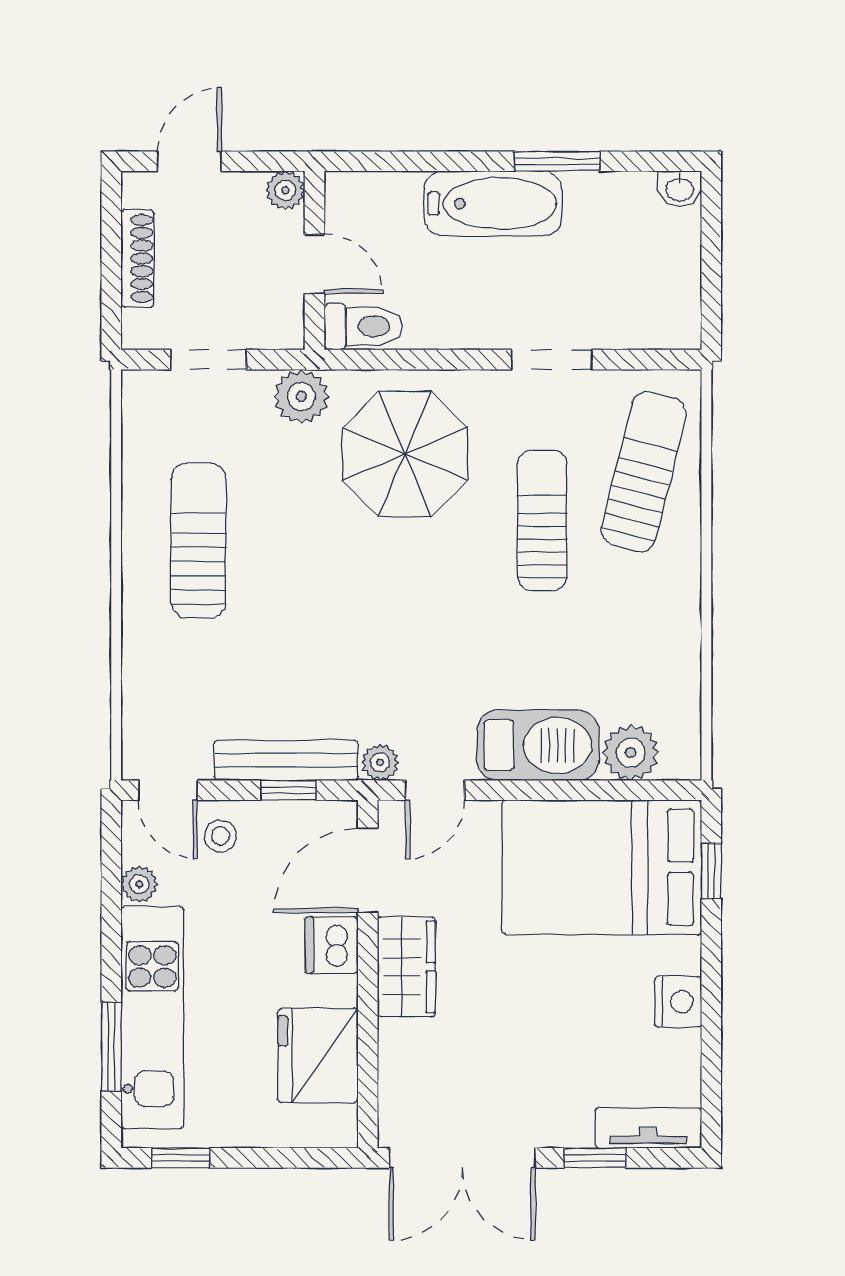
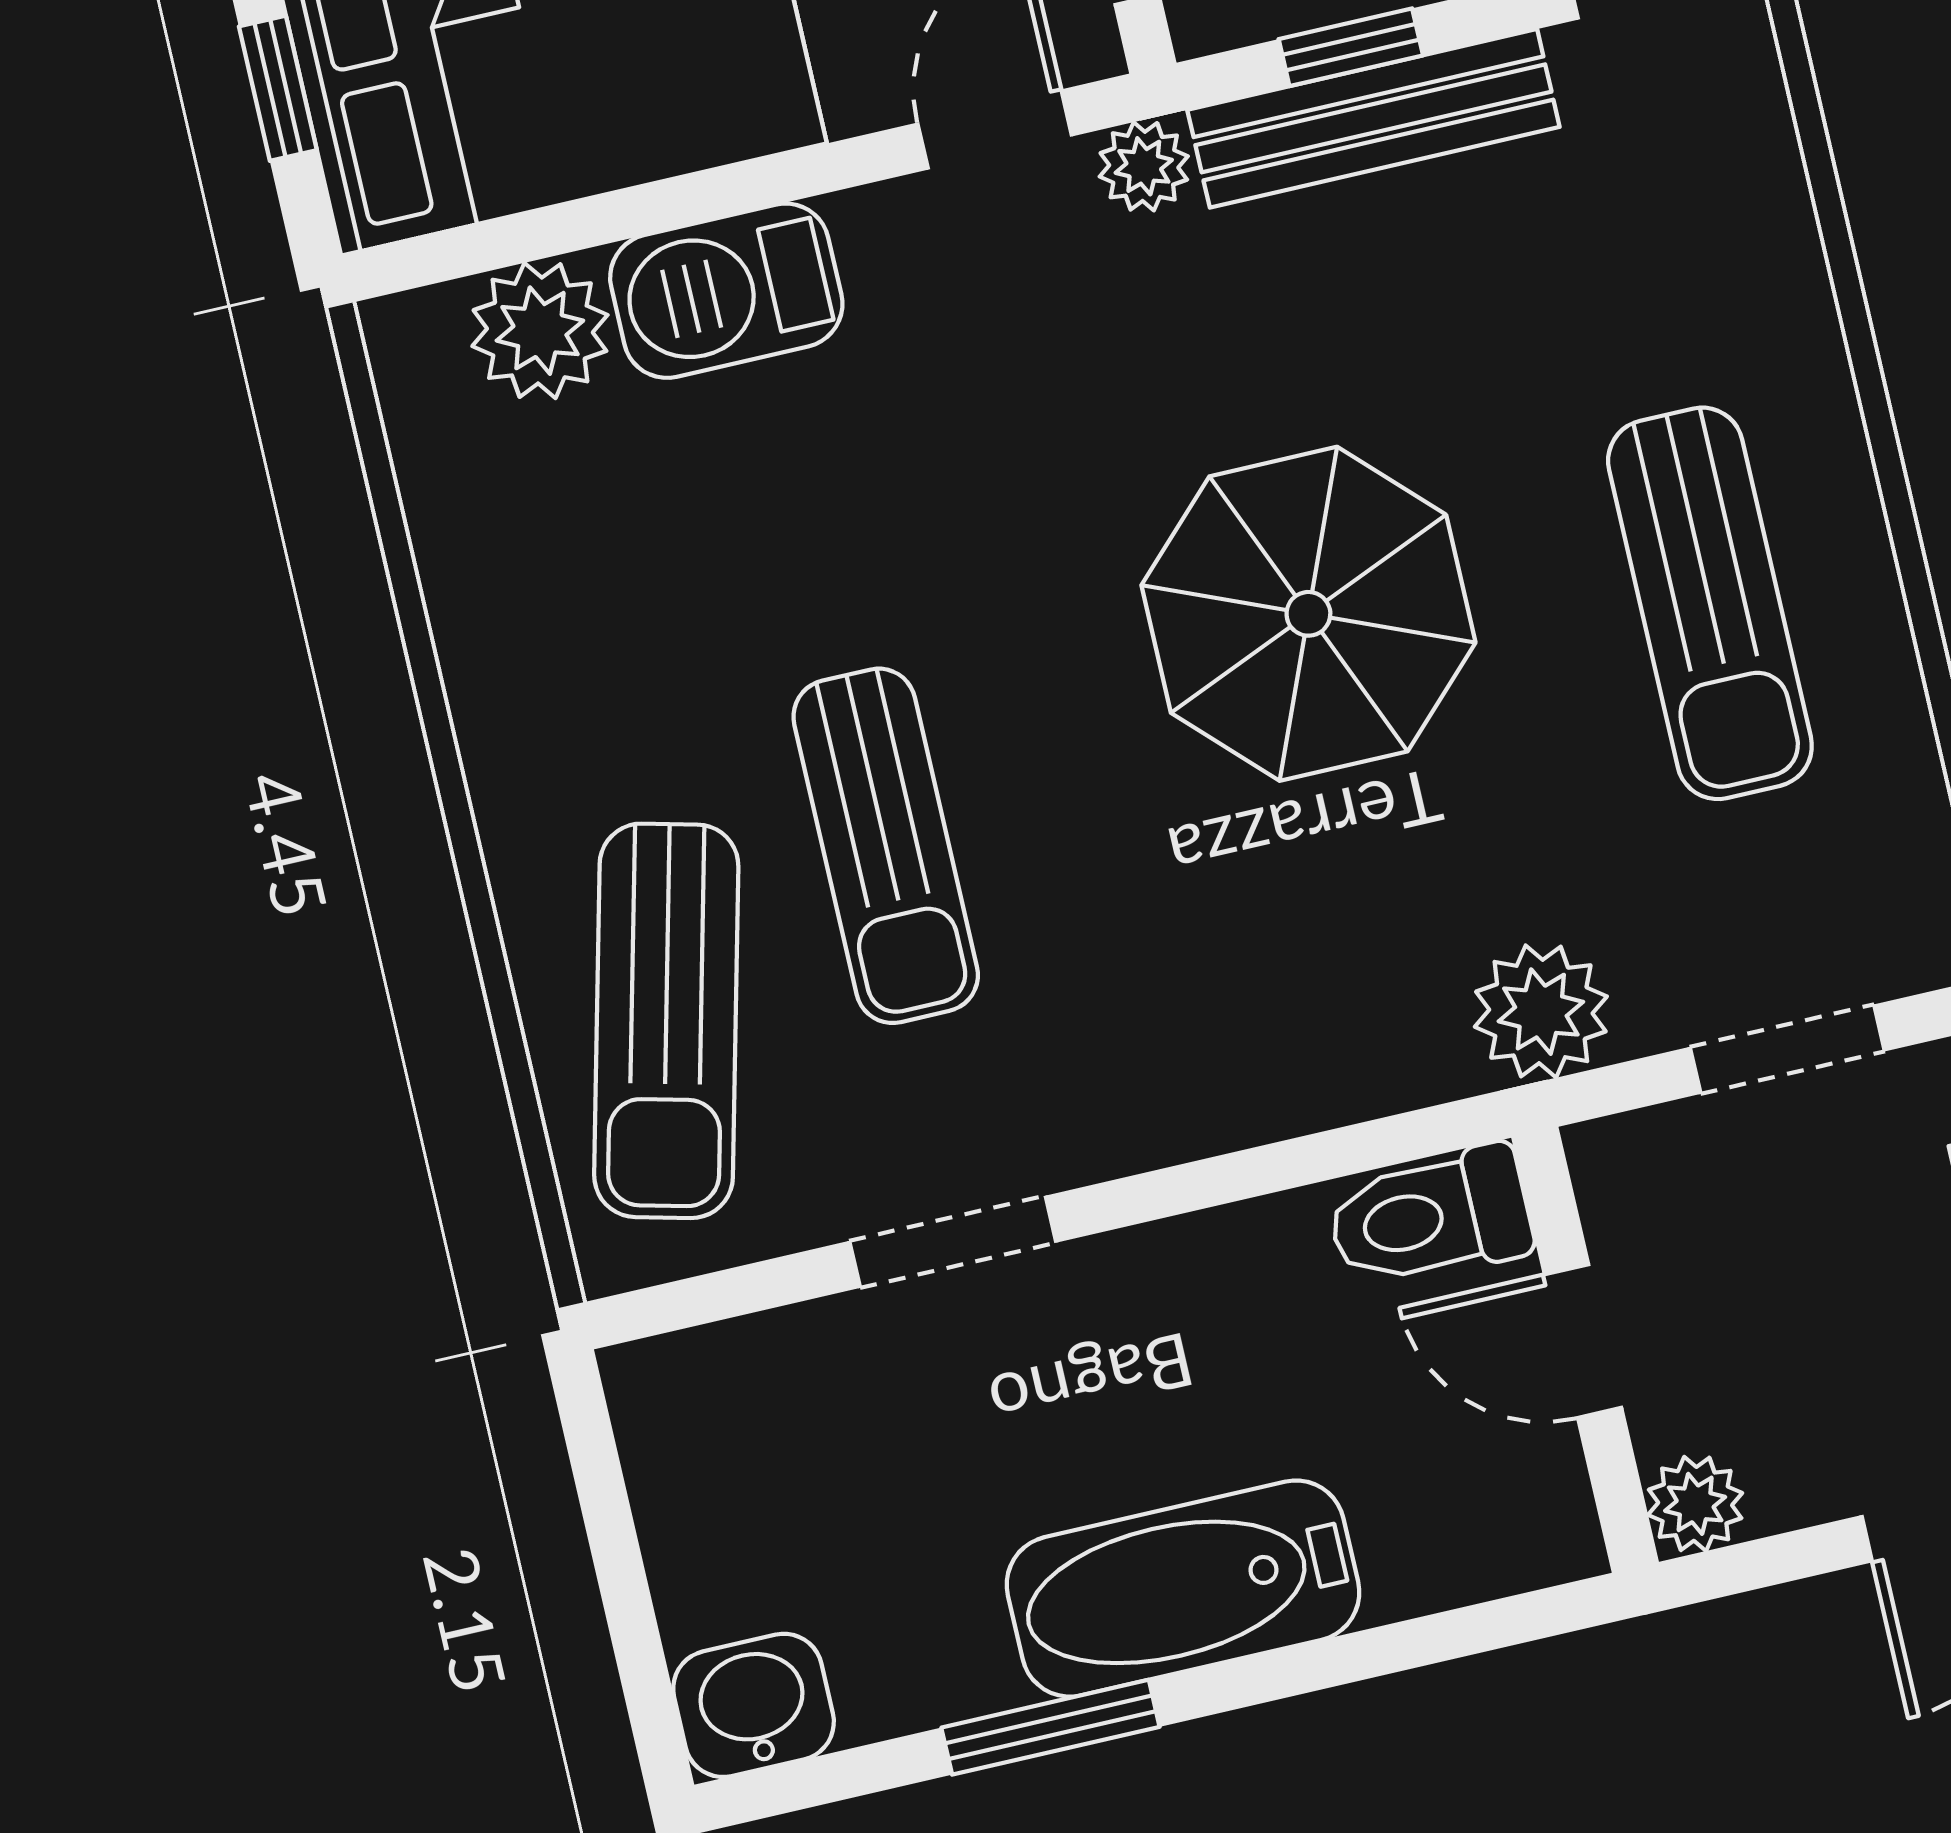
washbasin: (680, 189) -> (754, 1705), width x1.38, depth x1.45
parasol: (405, 454) -> (1308, 614), moved
barbecue: (538, 745) -> (726, 291), width x0.73, depth x0.83

